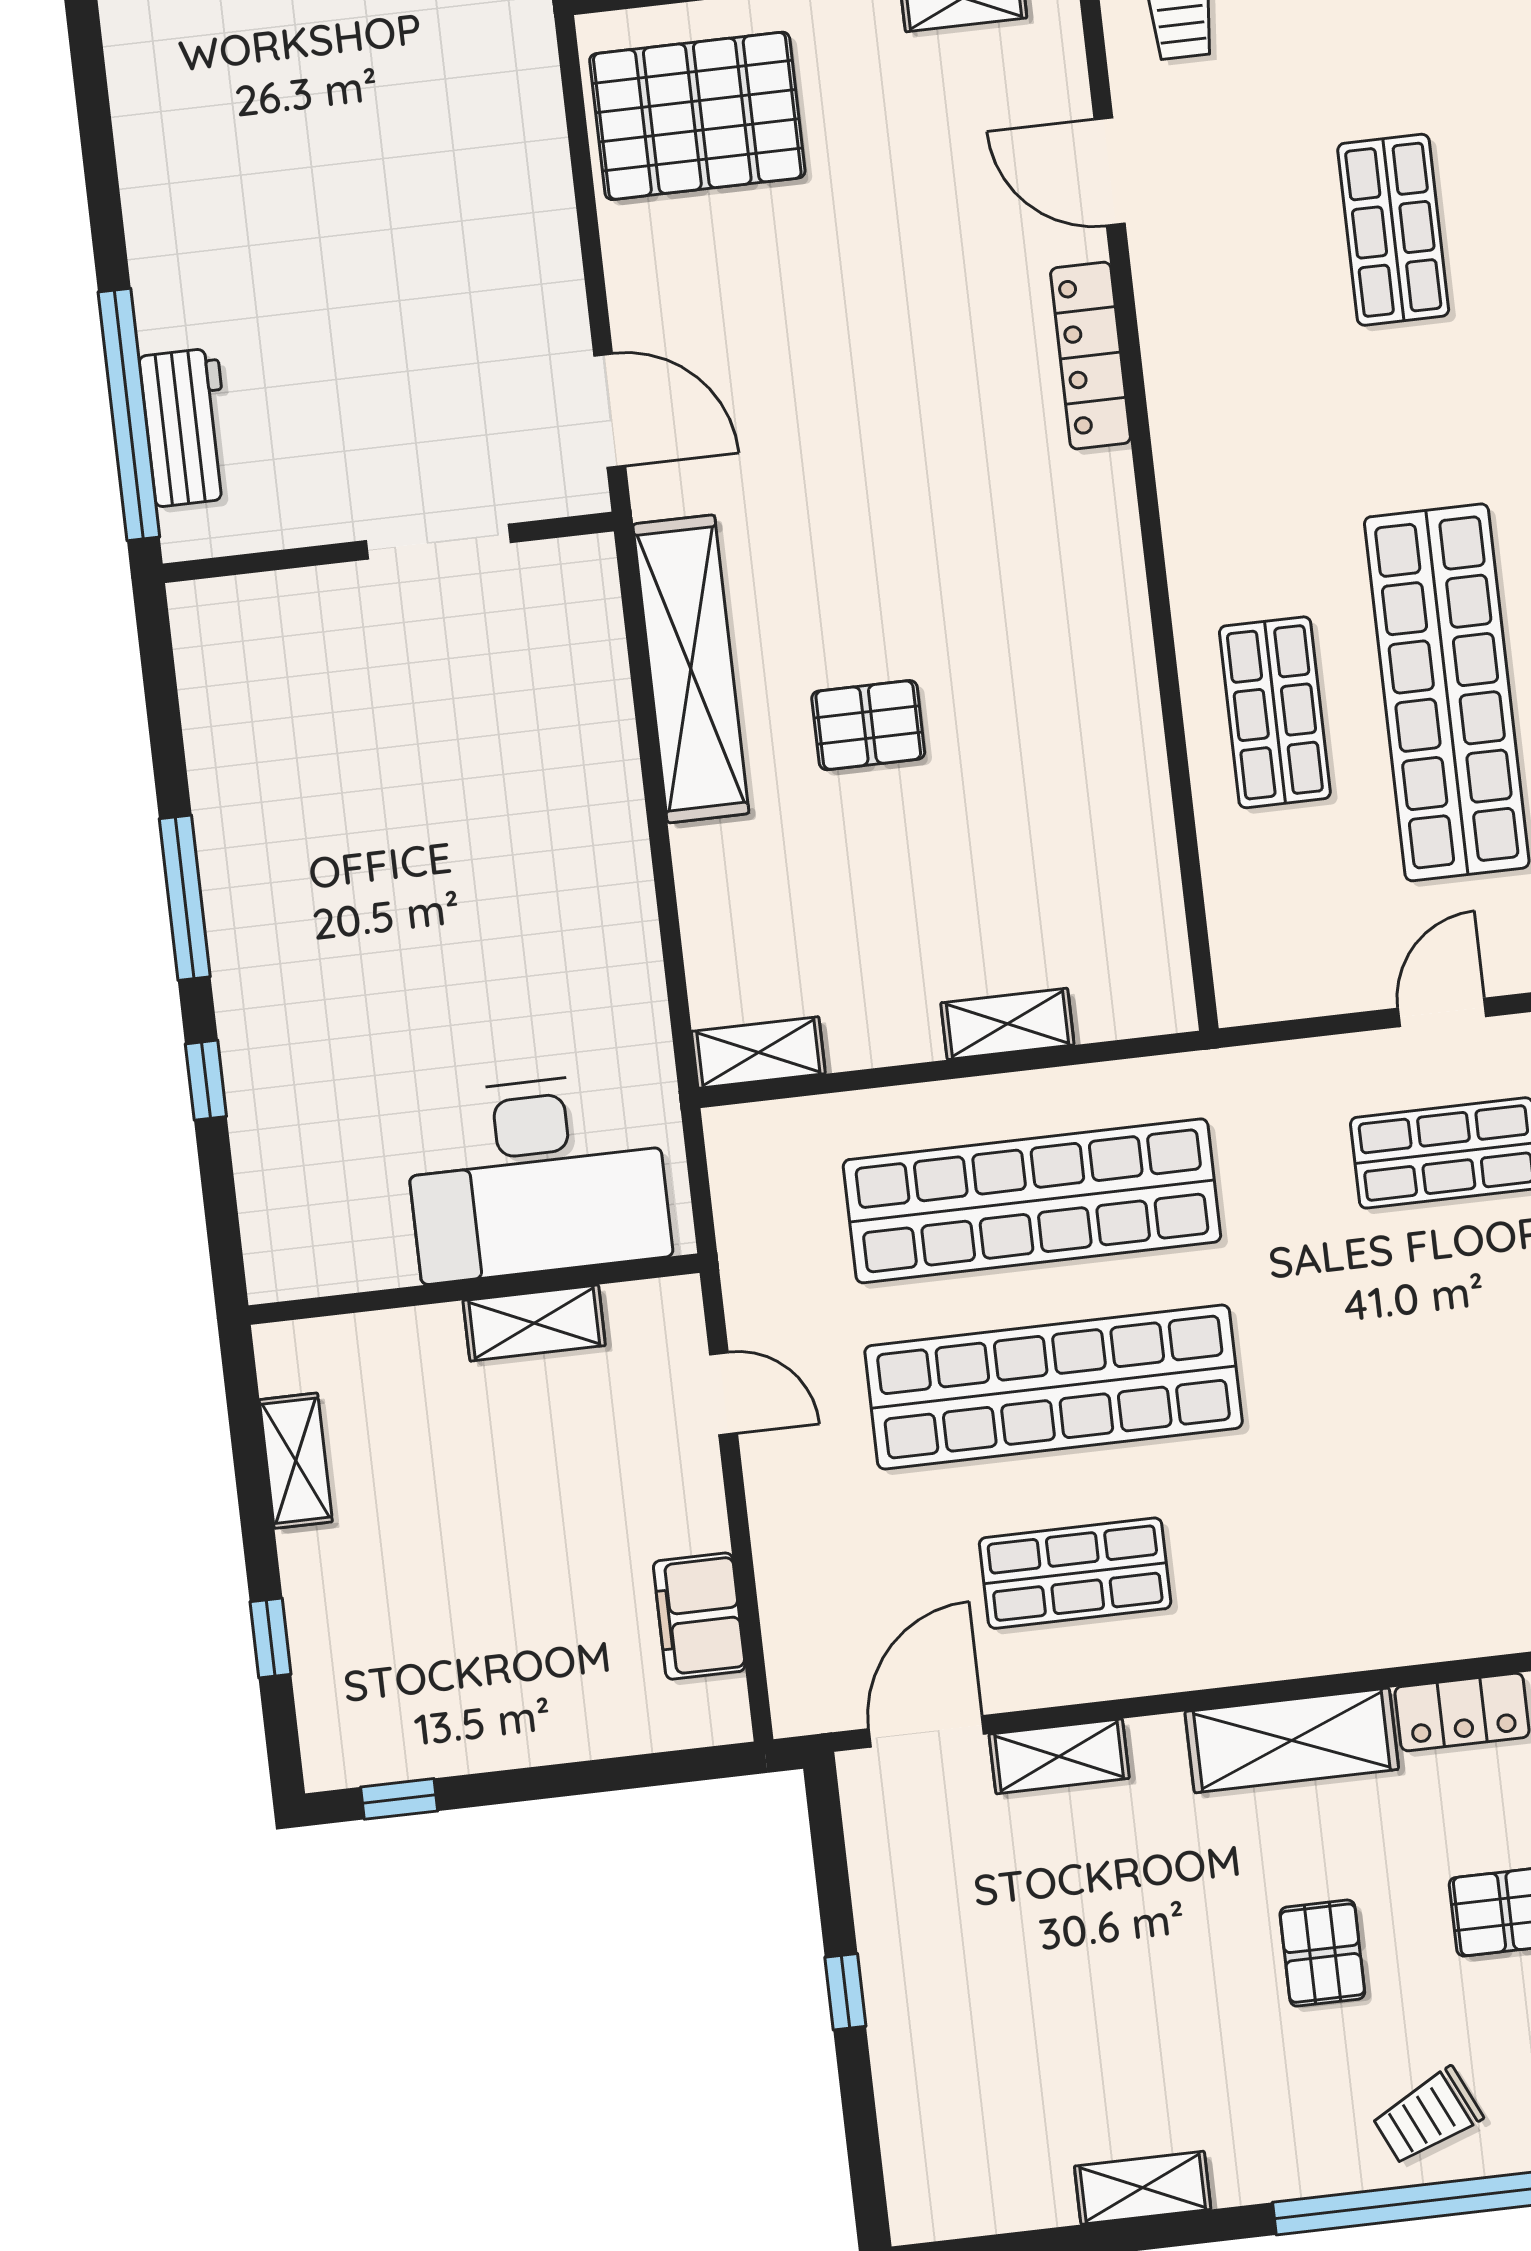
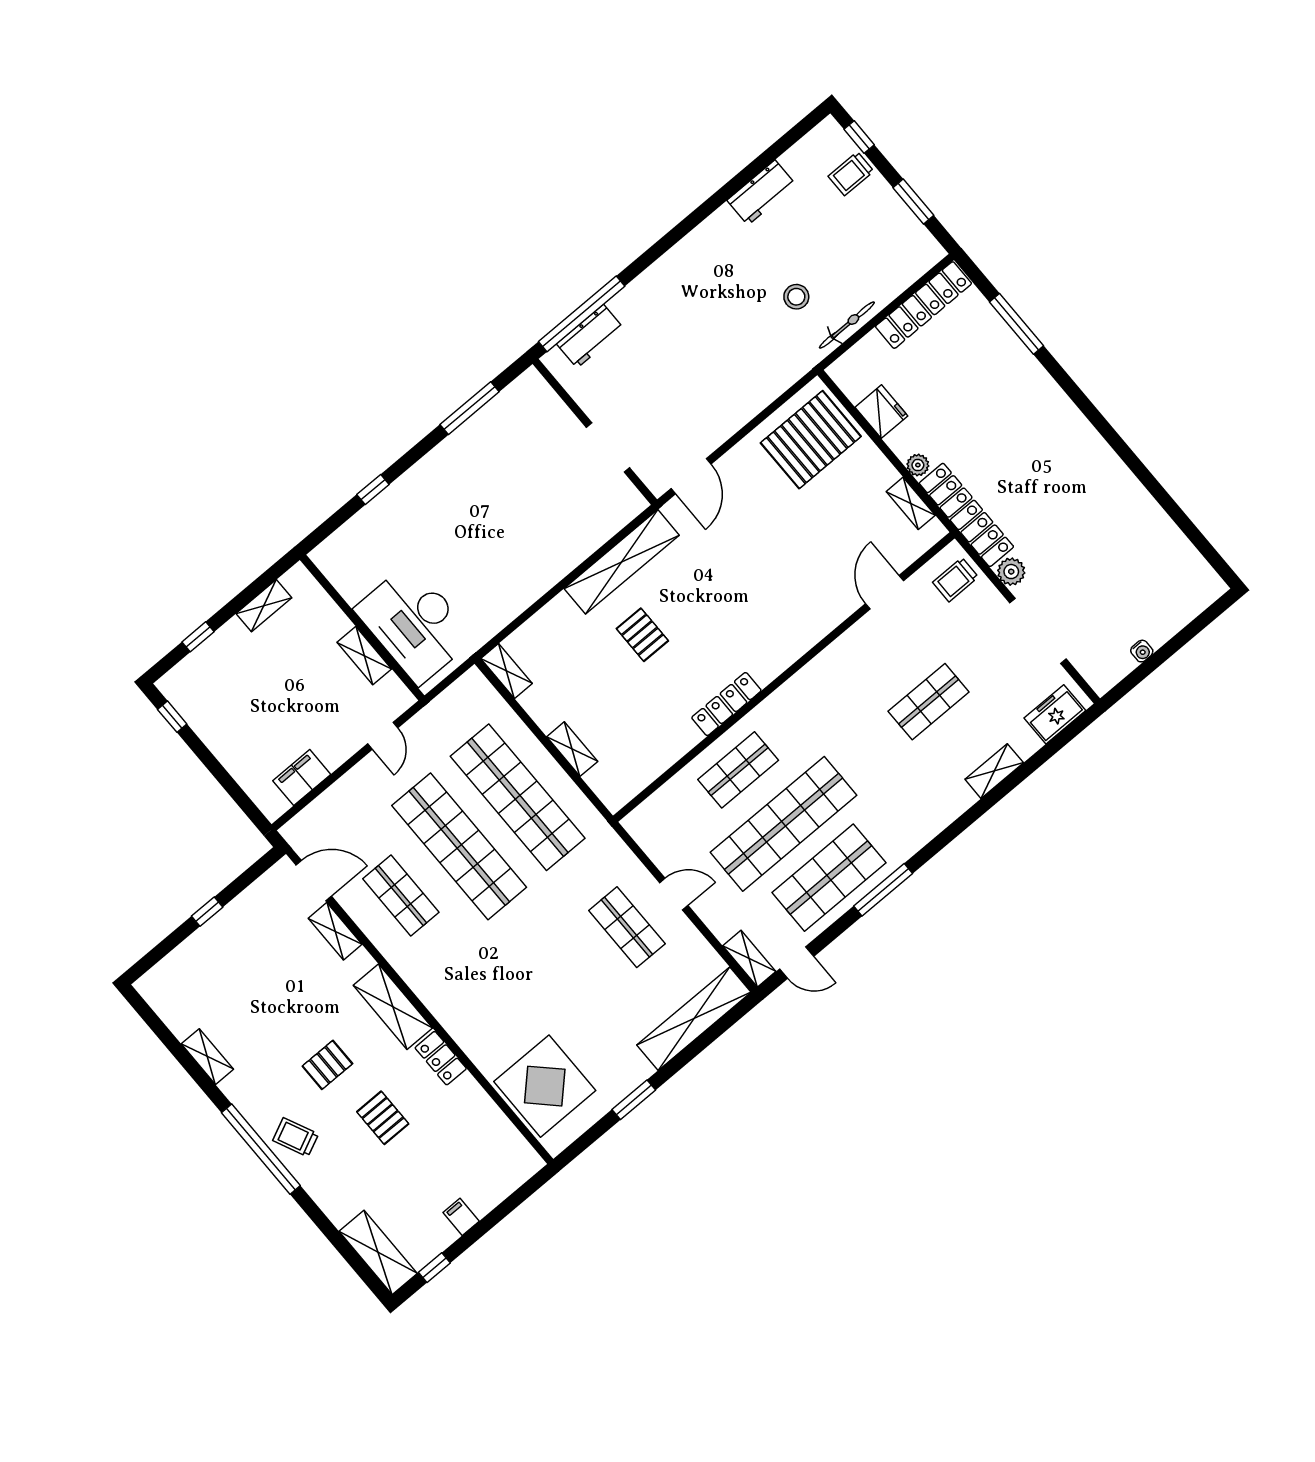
pallet: (697, 116) -> (811, 440), turned 90
locker: (1091, 356) -> (726, 704), moved
window: (185, 898) -> (470, 408), moved

